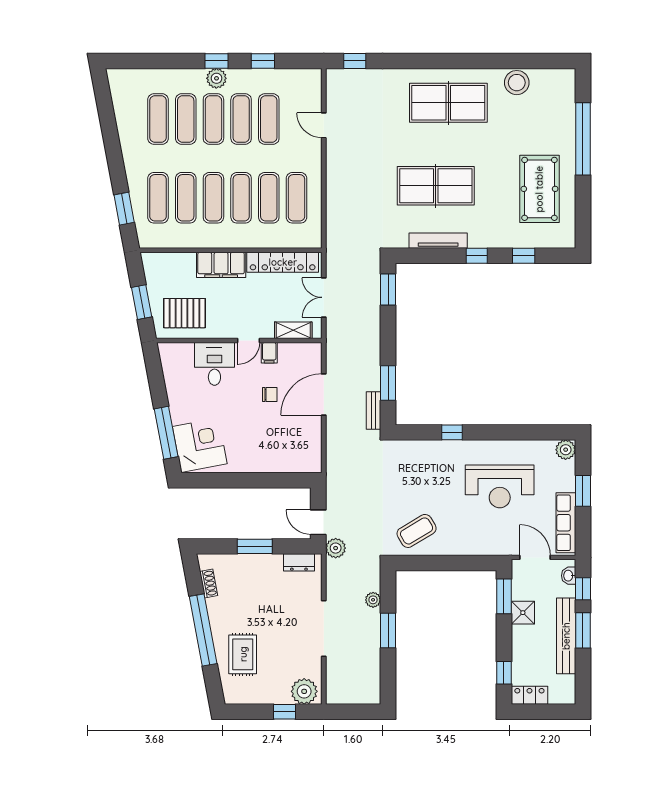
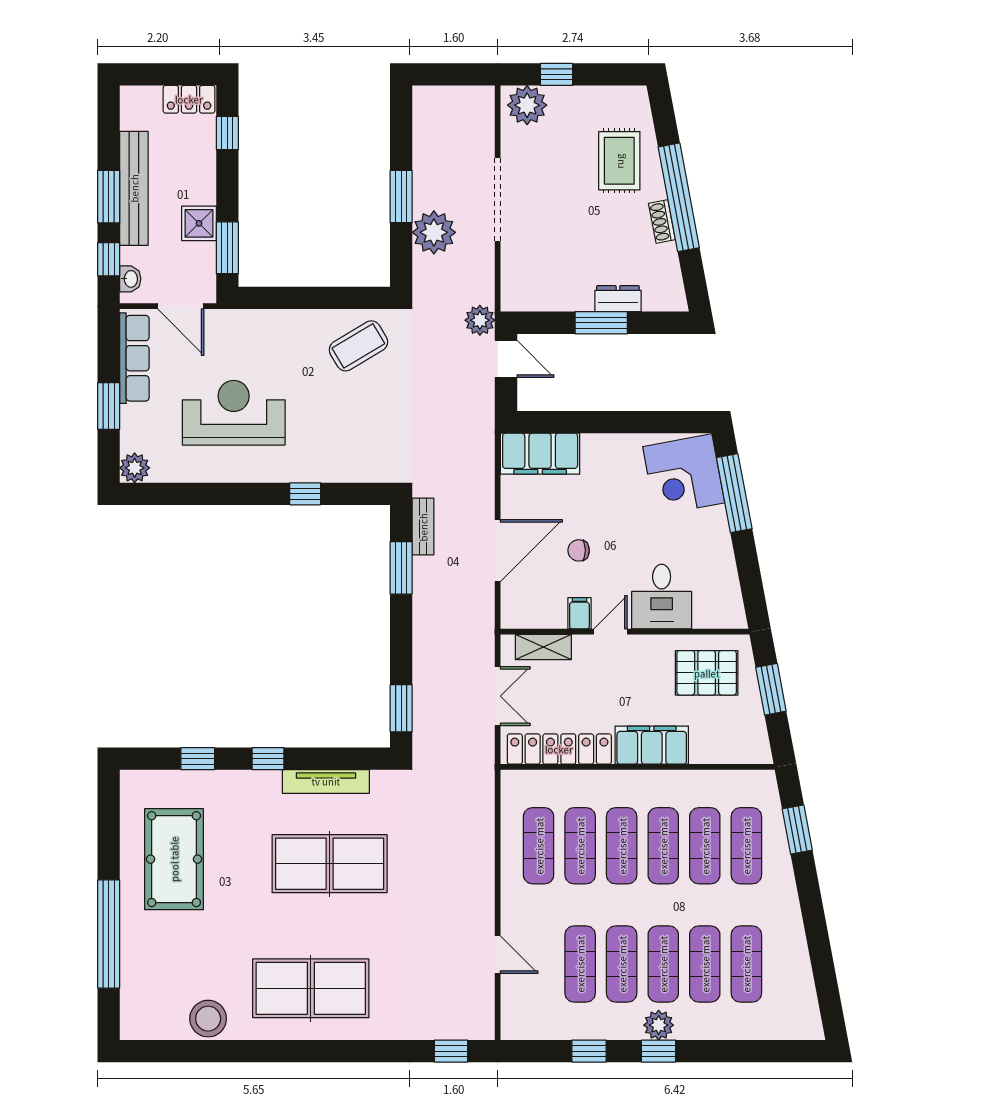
filing cabinet: (295, 459) -> (540, 454), added
dresser: (299, 562) -> (618, 299), moved
shoe rack: (209, 583) -> (662, 221), moved
plant: (373, 600) -> (434, 232), width x1.87, depth x1.87

